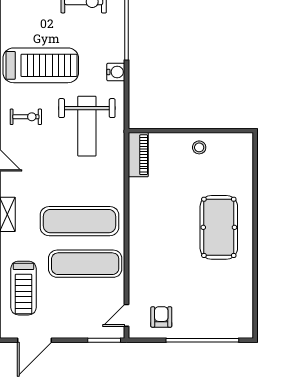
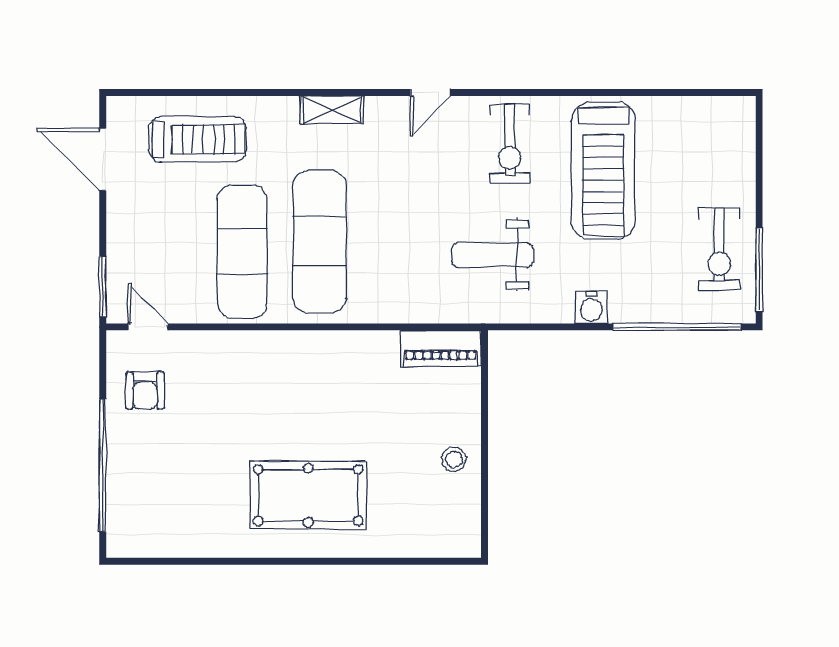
exercise bike: (26, 117) -> (510, 144), width x1.38, depth x1.39
weight bench: (87, 126) -> (493, 255), width x0.73, depth x0.75
treadmill: (23, 288) -> (198, 139), turned 180
armchair: (161, 317) -> (145, 390), turned 90

